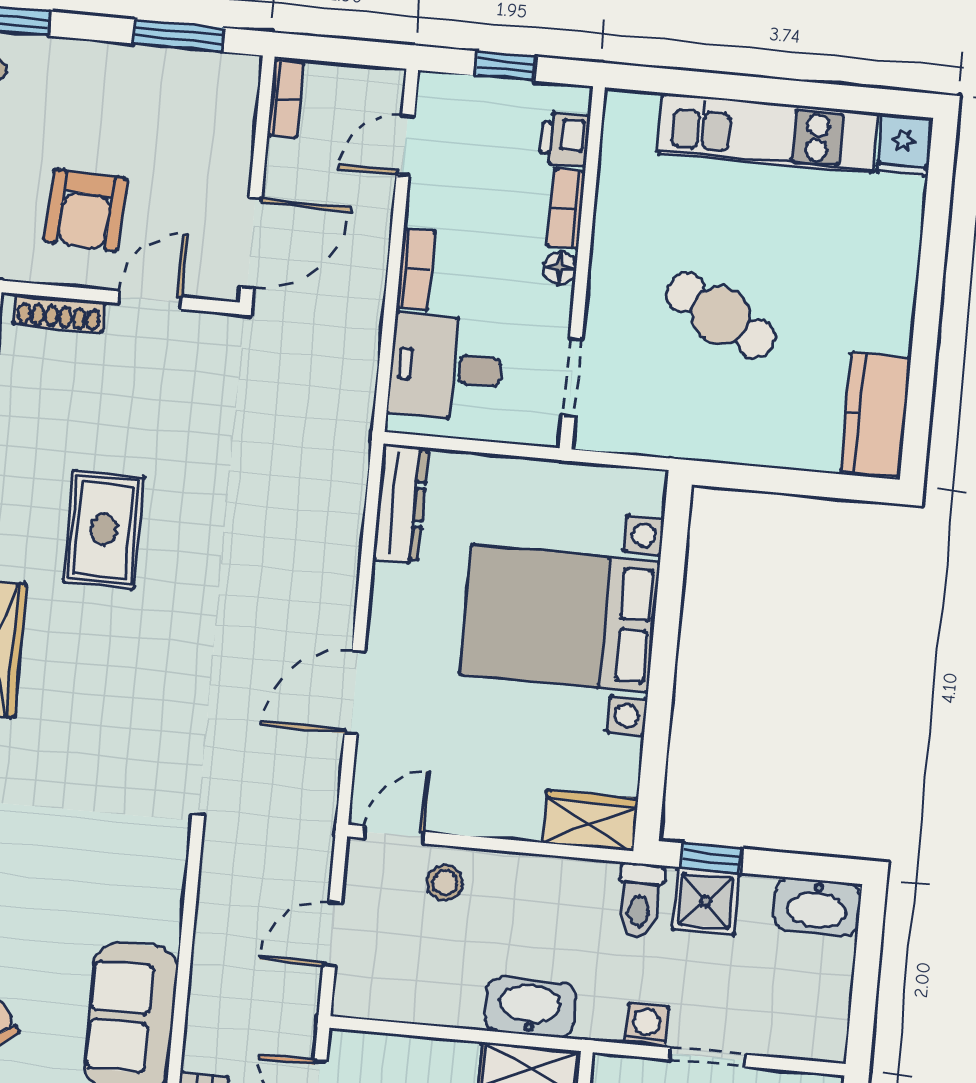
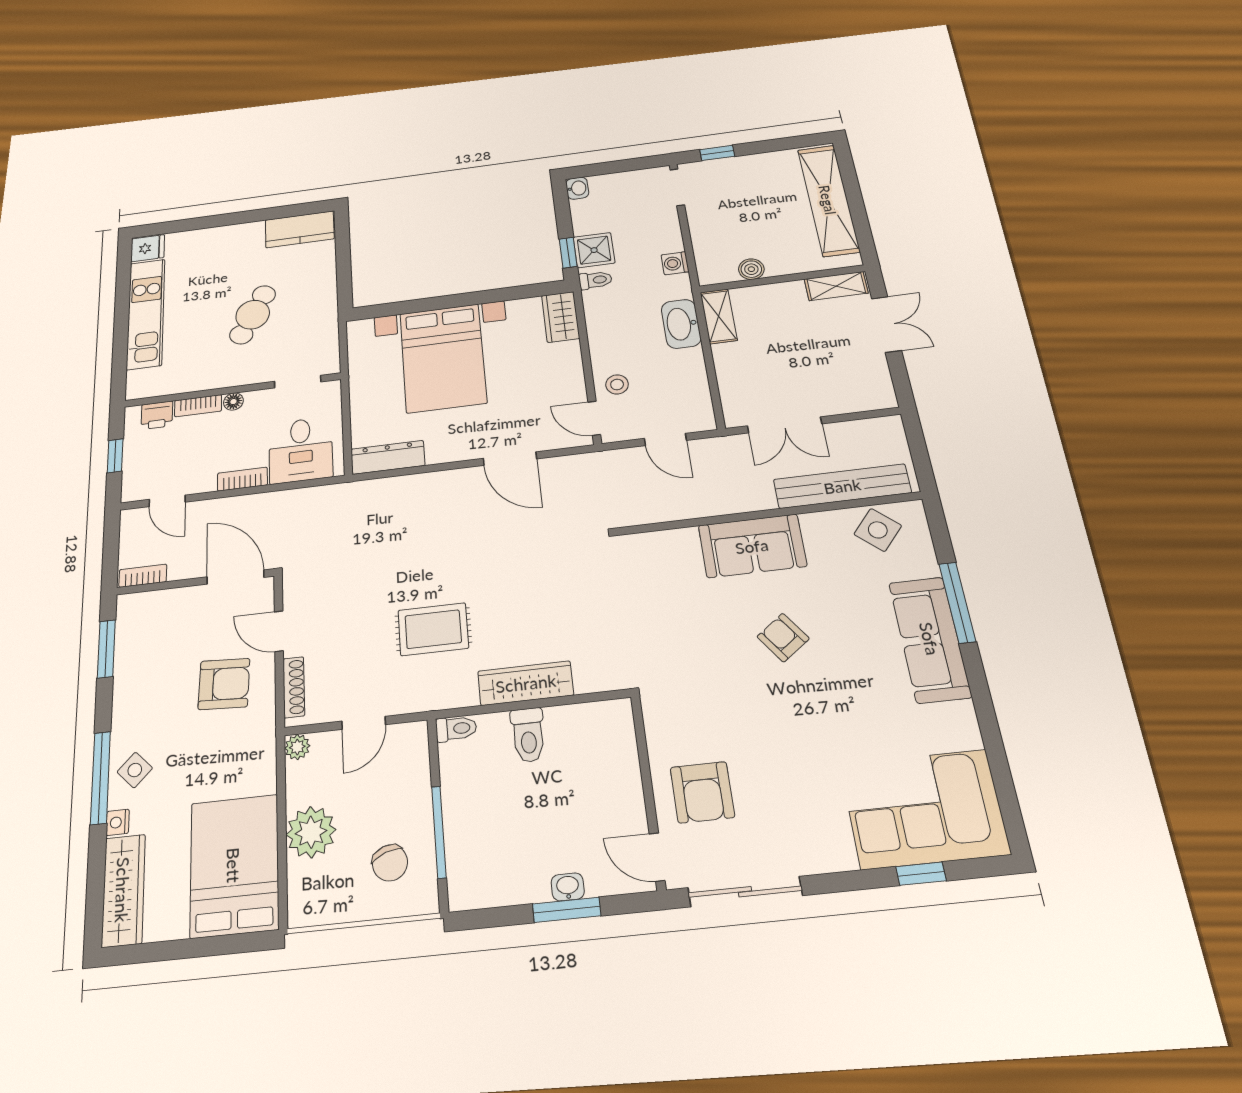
toilet: (639, 900) -> (595, 280), width x0.73, depth x0.72
washbasin: (817, 906) -> (577, 188), width x0.52, depth x0.69
doorway: (708, 1057) -> (677, 187), moved

